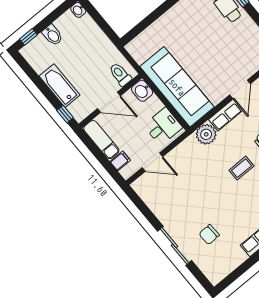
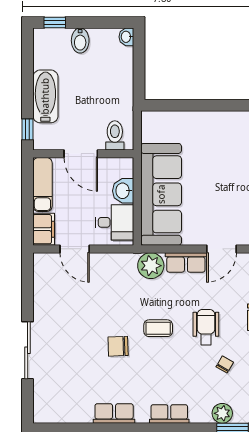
washbasin: (142, 91) -> (123, 191), moved
filing cabinet: (120, 161) -> (44, 229), width x2.00
chair: (209, 235) -> (118, 346), moved

